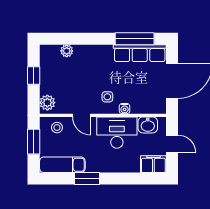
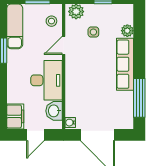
row of seats: (140, 53) -> (125, 64), moved
side table: (107, 97) -> (93, 32), moved
water cooler: (125, 109) -> (70, 123), moved

